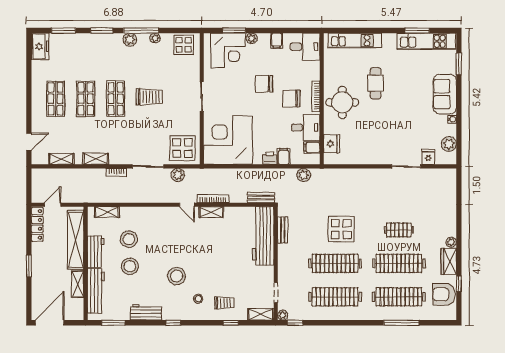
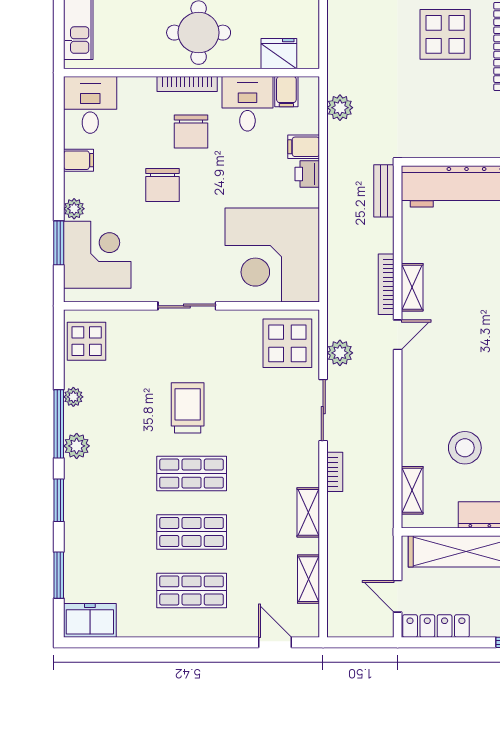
bench: (283, 230) -> (447, 148), removed

